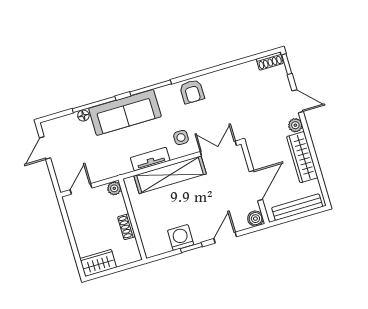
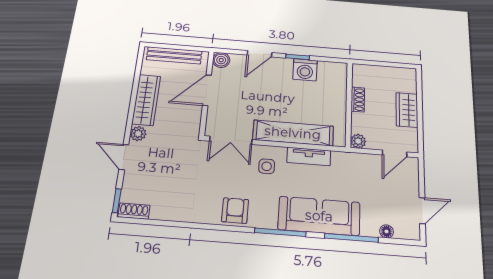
floor lamp: (83, 116) -> (387, 231), moved
wardrobe: (98, 263) -> (407, 110), moved, turned 90

